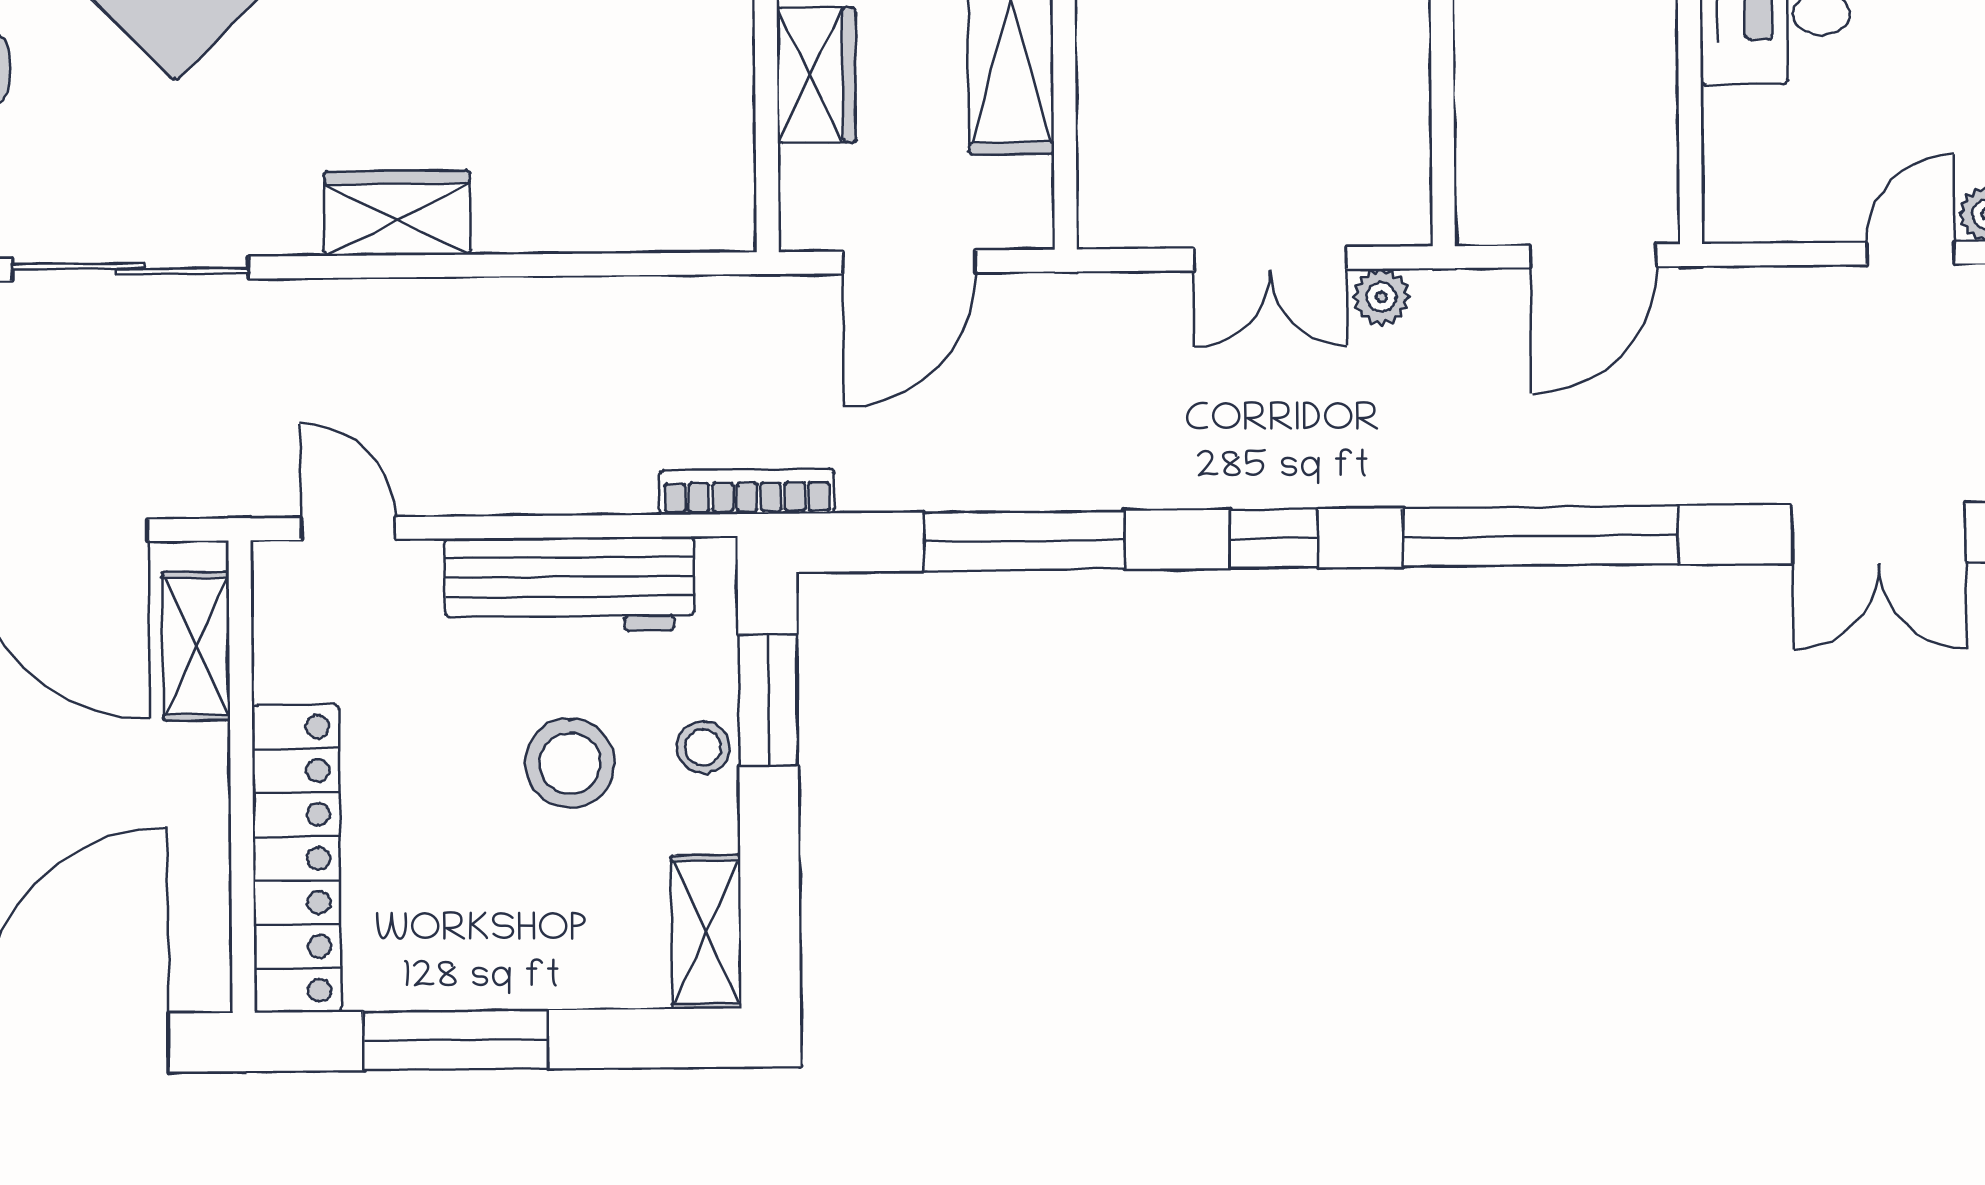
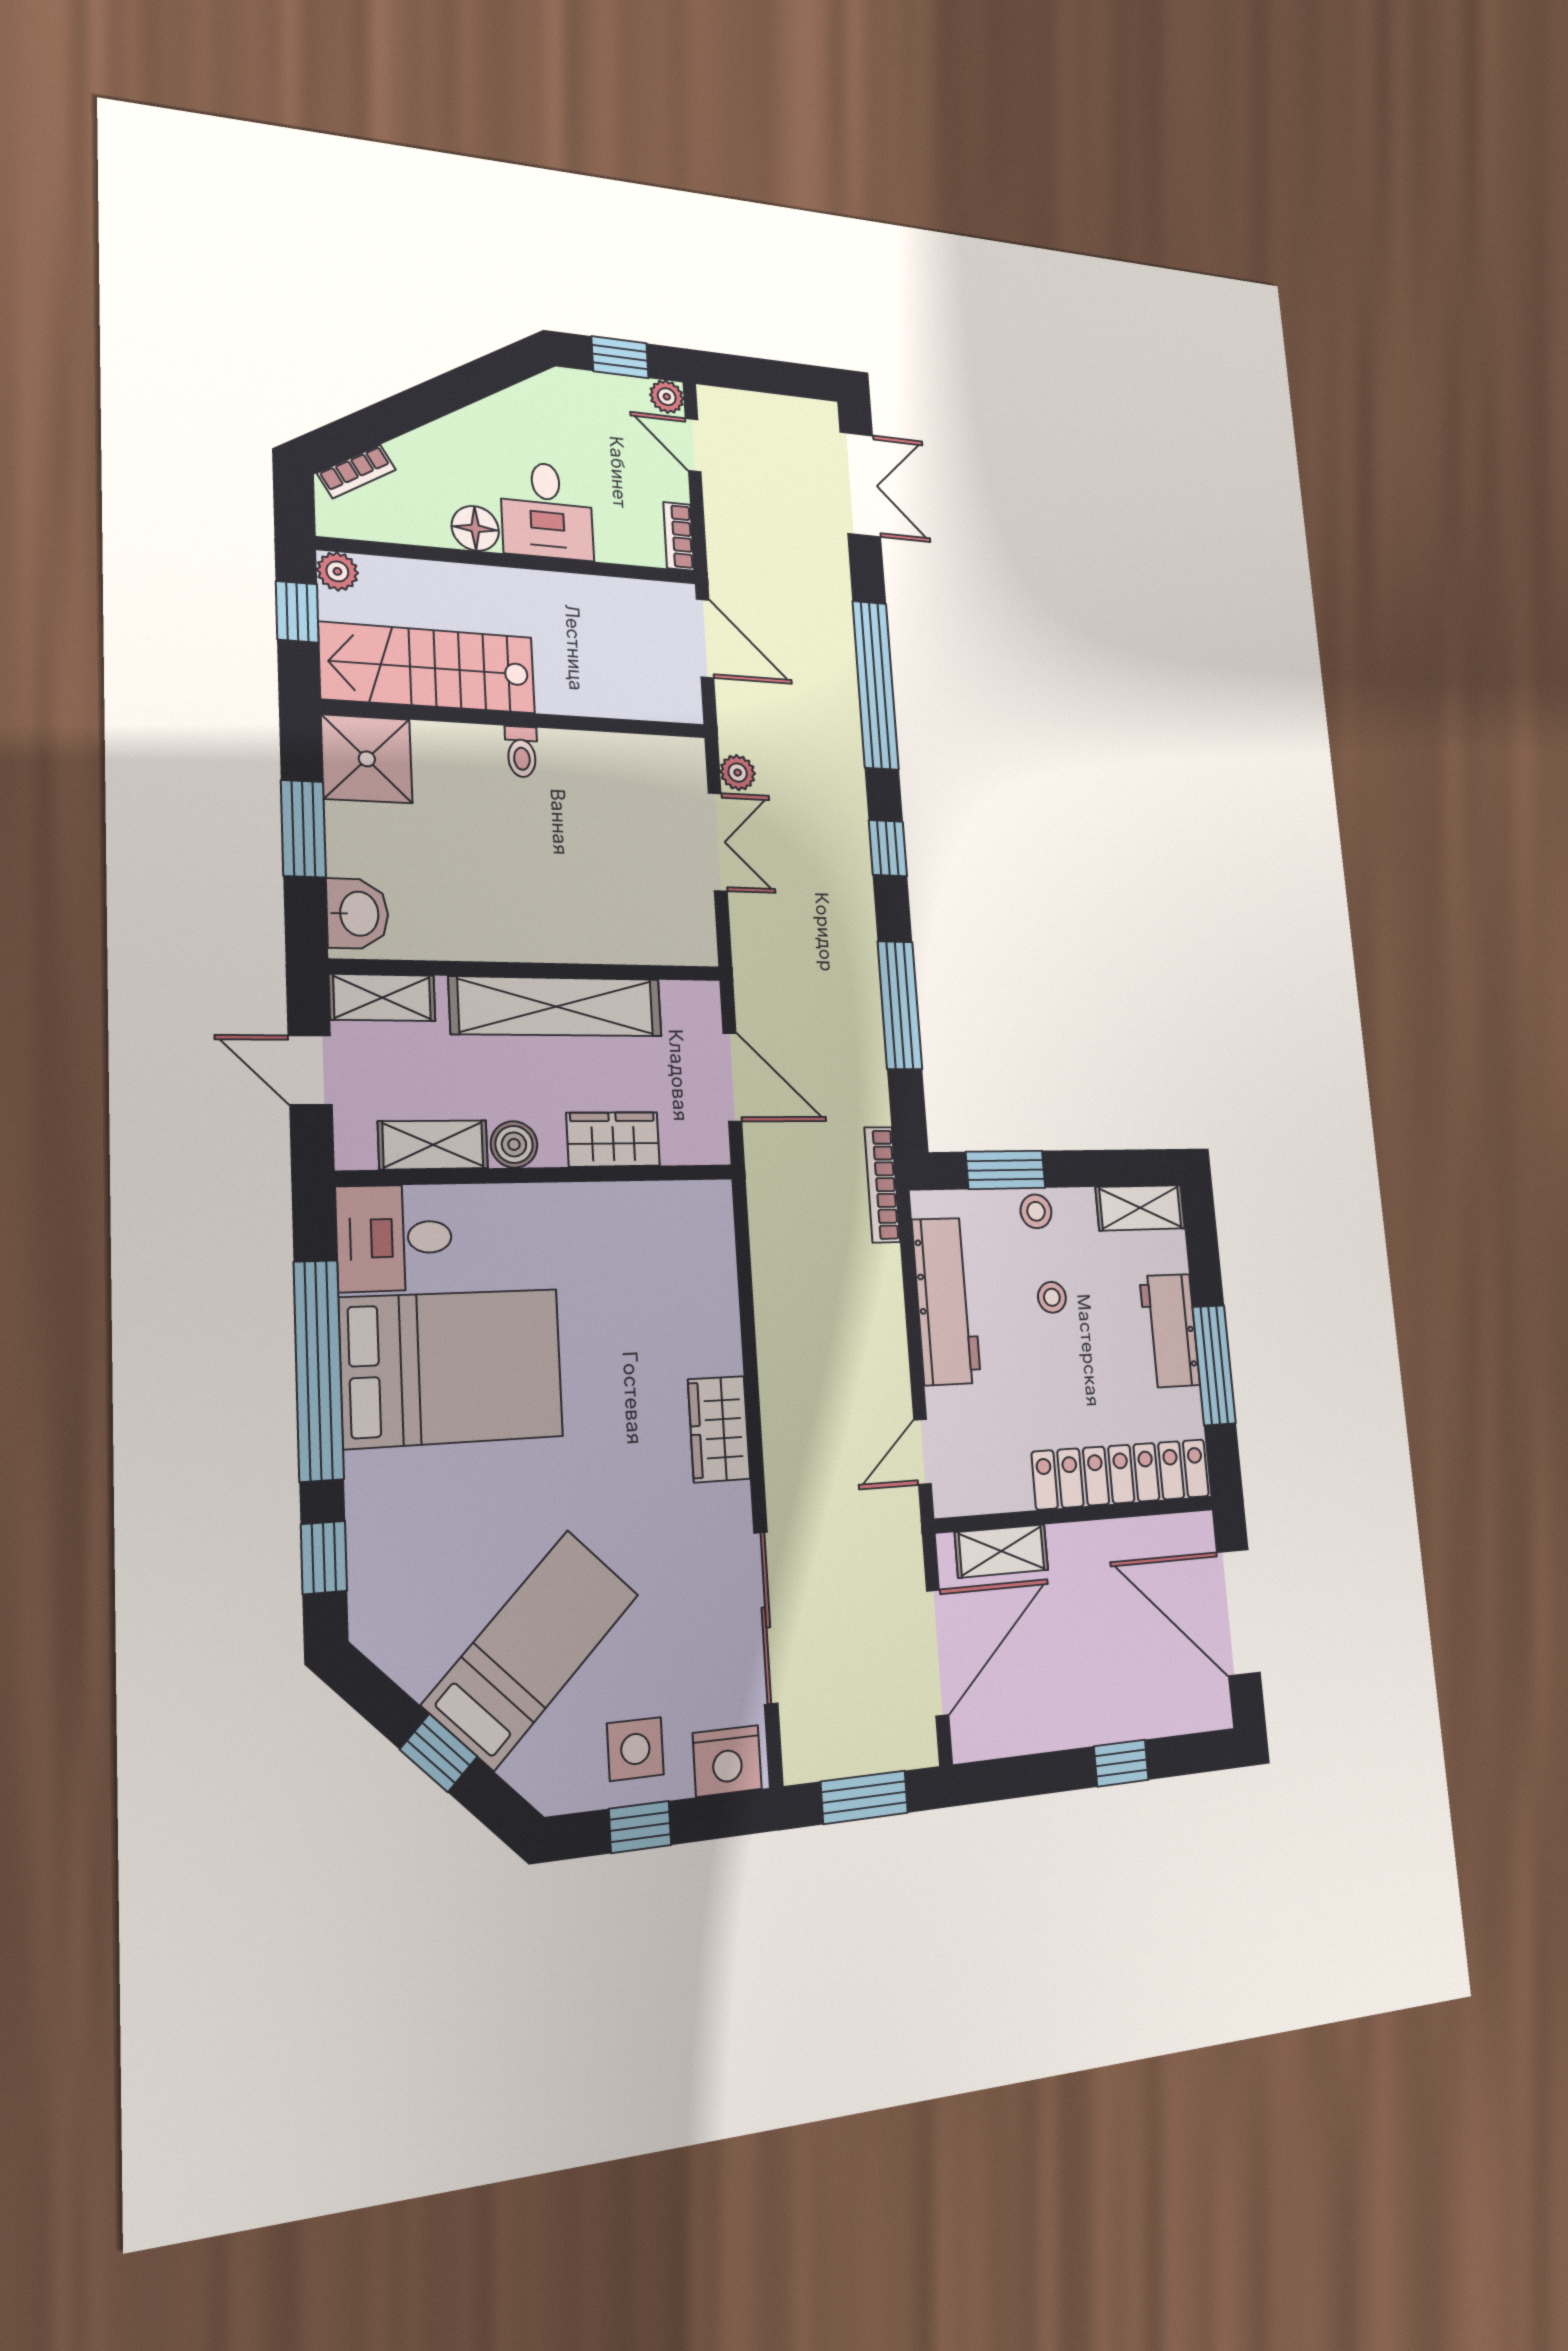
bookcase: (1756, 222) -> (679, 536), added
stool: (570, 763) -> (1052, 1297), width x0.53, depth x0.53
workbench: (512, 966) -> (1170, 1331), added

